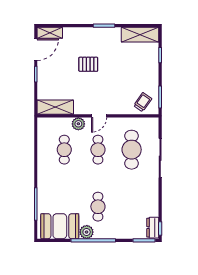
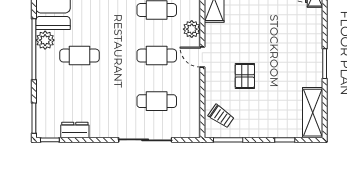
pallet: (88, 64) -> (245, 76), moved
cafe table: (132, 150) -> (157, 101), width x0.73, depth x0.74
dresser: (153, 228) -> (75, 130), moved

